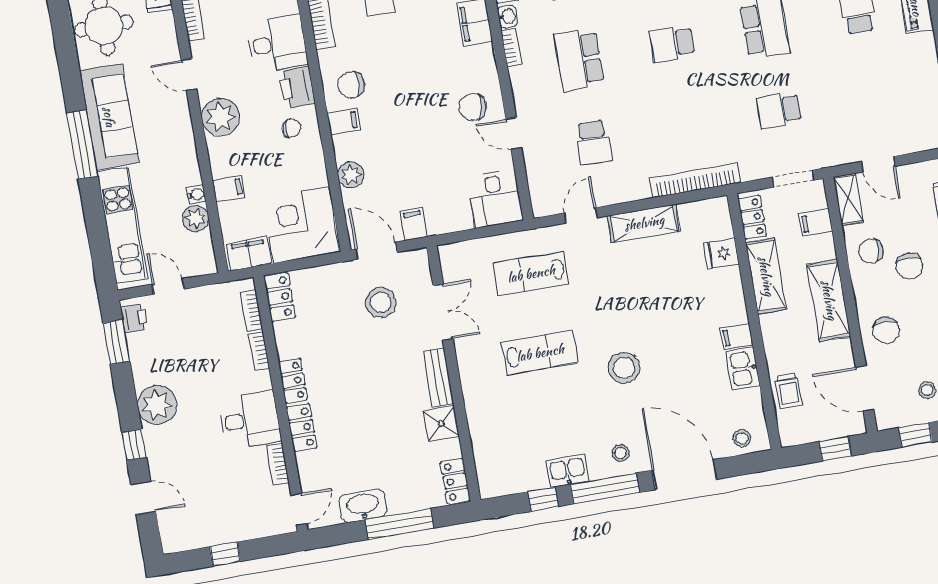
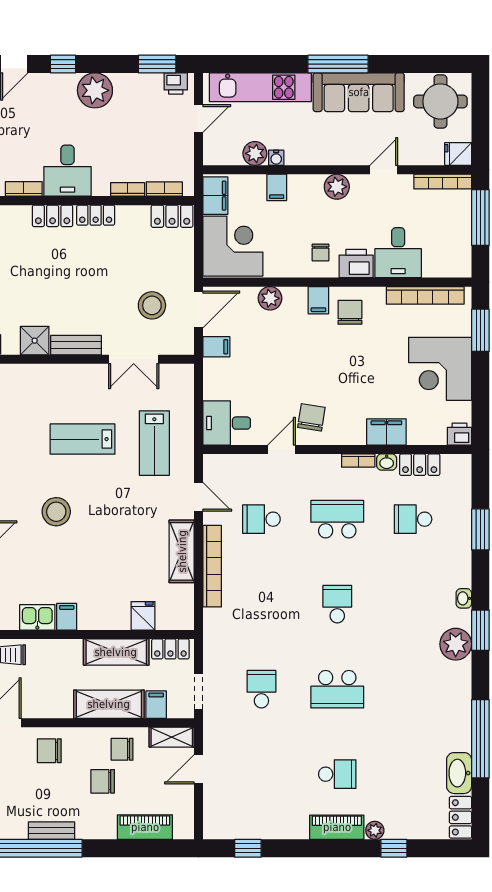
plant: (221, 117) -> (337, 187), width x0.73, depth x0.73
bookcase: (695, 180) -> (212, 566), moved
chair: (871, 251) -> (122, 749), turned -90
lab bench: (531, 274) -> (154, 443), turned 180
shelving: (829, 300) -> (109, 704), moved
lab bench: (540, 353) -> (83, 439), turned 90

